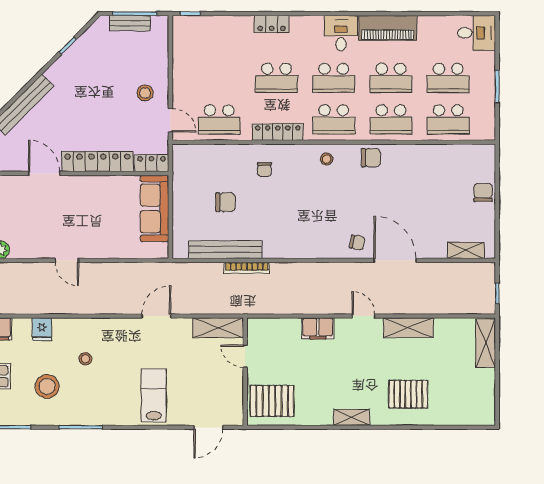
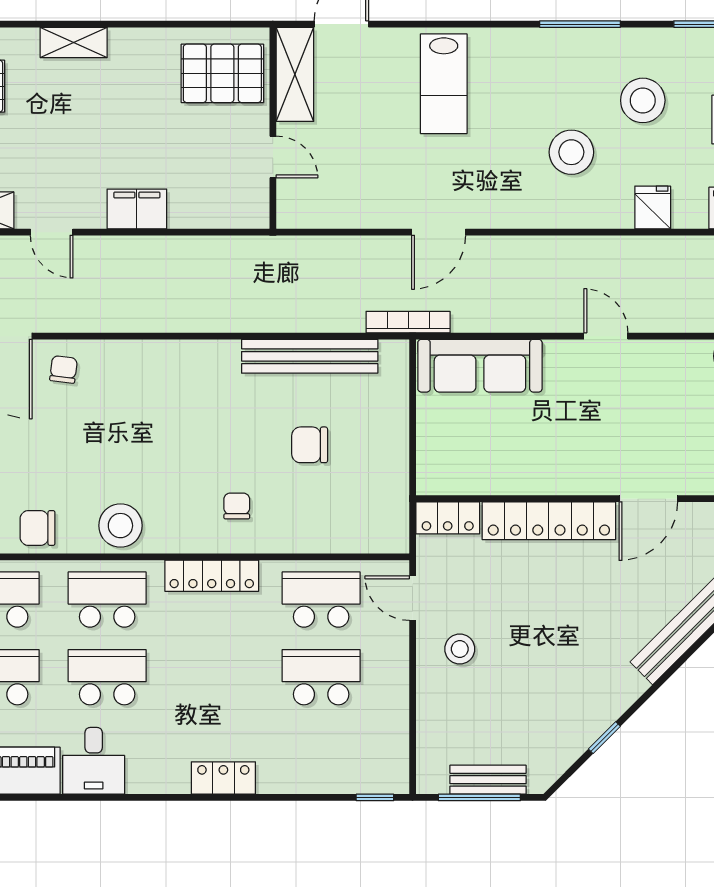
school desk: (276, 78) -> (321, 677), moved
stool: (327, 159) -> (120, 526), width x1.89, depth x1.89
door: (44, 173) -> (648, 499), hinge flipped
sofa: (154, 208) -> (480, 366), moved, turned 90
chair: (357, 243) -> (63, 369), turned 86
bookcase: (247, 268) -> (408, 322), moved
shelving: (218, 328) -> (295, 74), moved, turned 90
stool: (85, 359) -> (571, 152), width x1.89, depth x1.89

